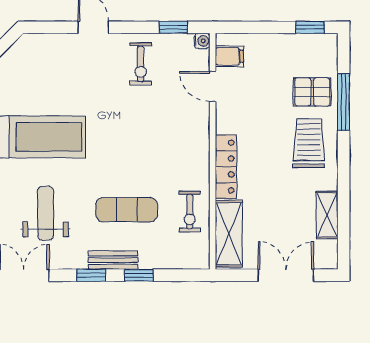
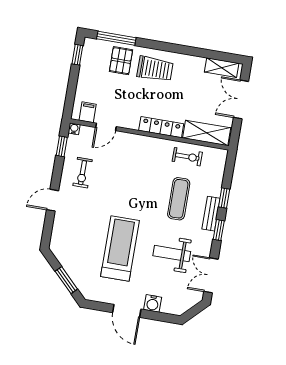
exercise bike: (141, 64) -> (83, 173), turned 90
window: (344, 102) -> (116, 38), moved
trolley: (309, 143) -> (155, 69), turned 180
shelving: (327, 215) -> (222, 68), moved

